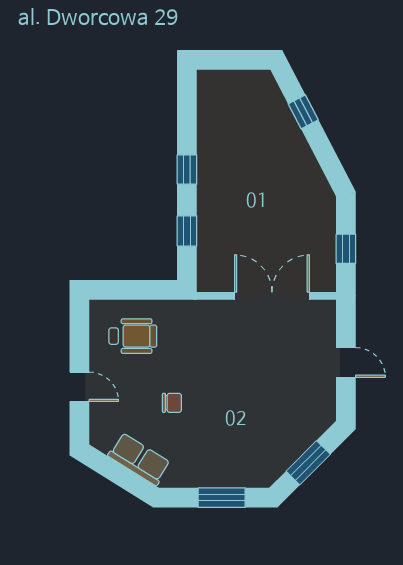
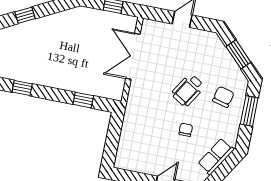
window: (187, 169) -> (22, 88), moved
wheelchair: (133, 336) -> (188, 90), moved, turned -148
chair: (236, 452) -> (223, 97), added

